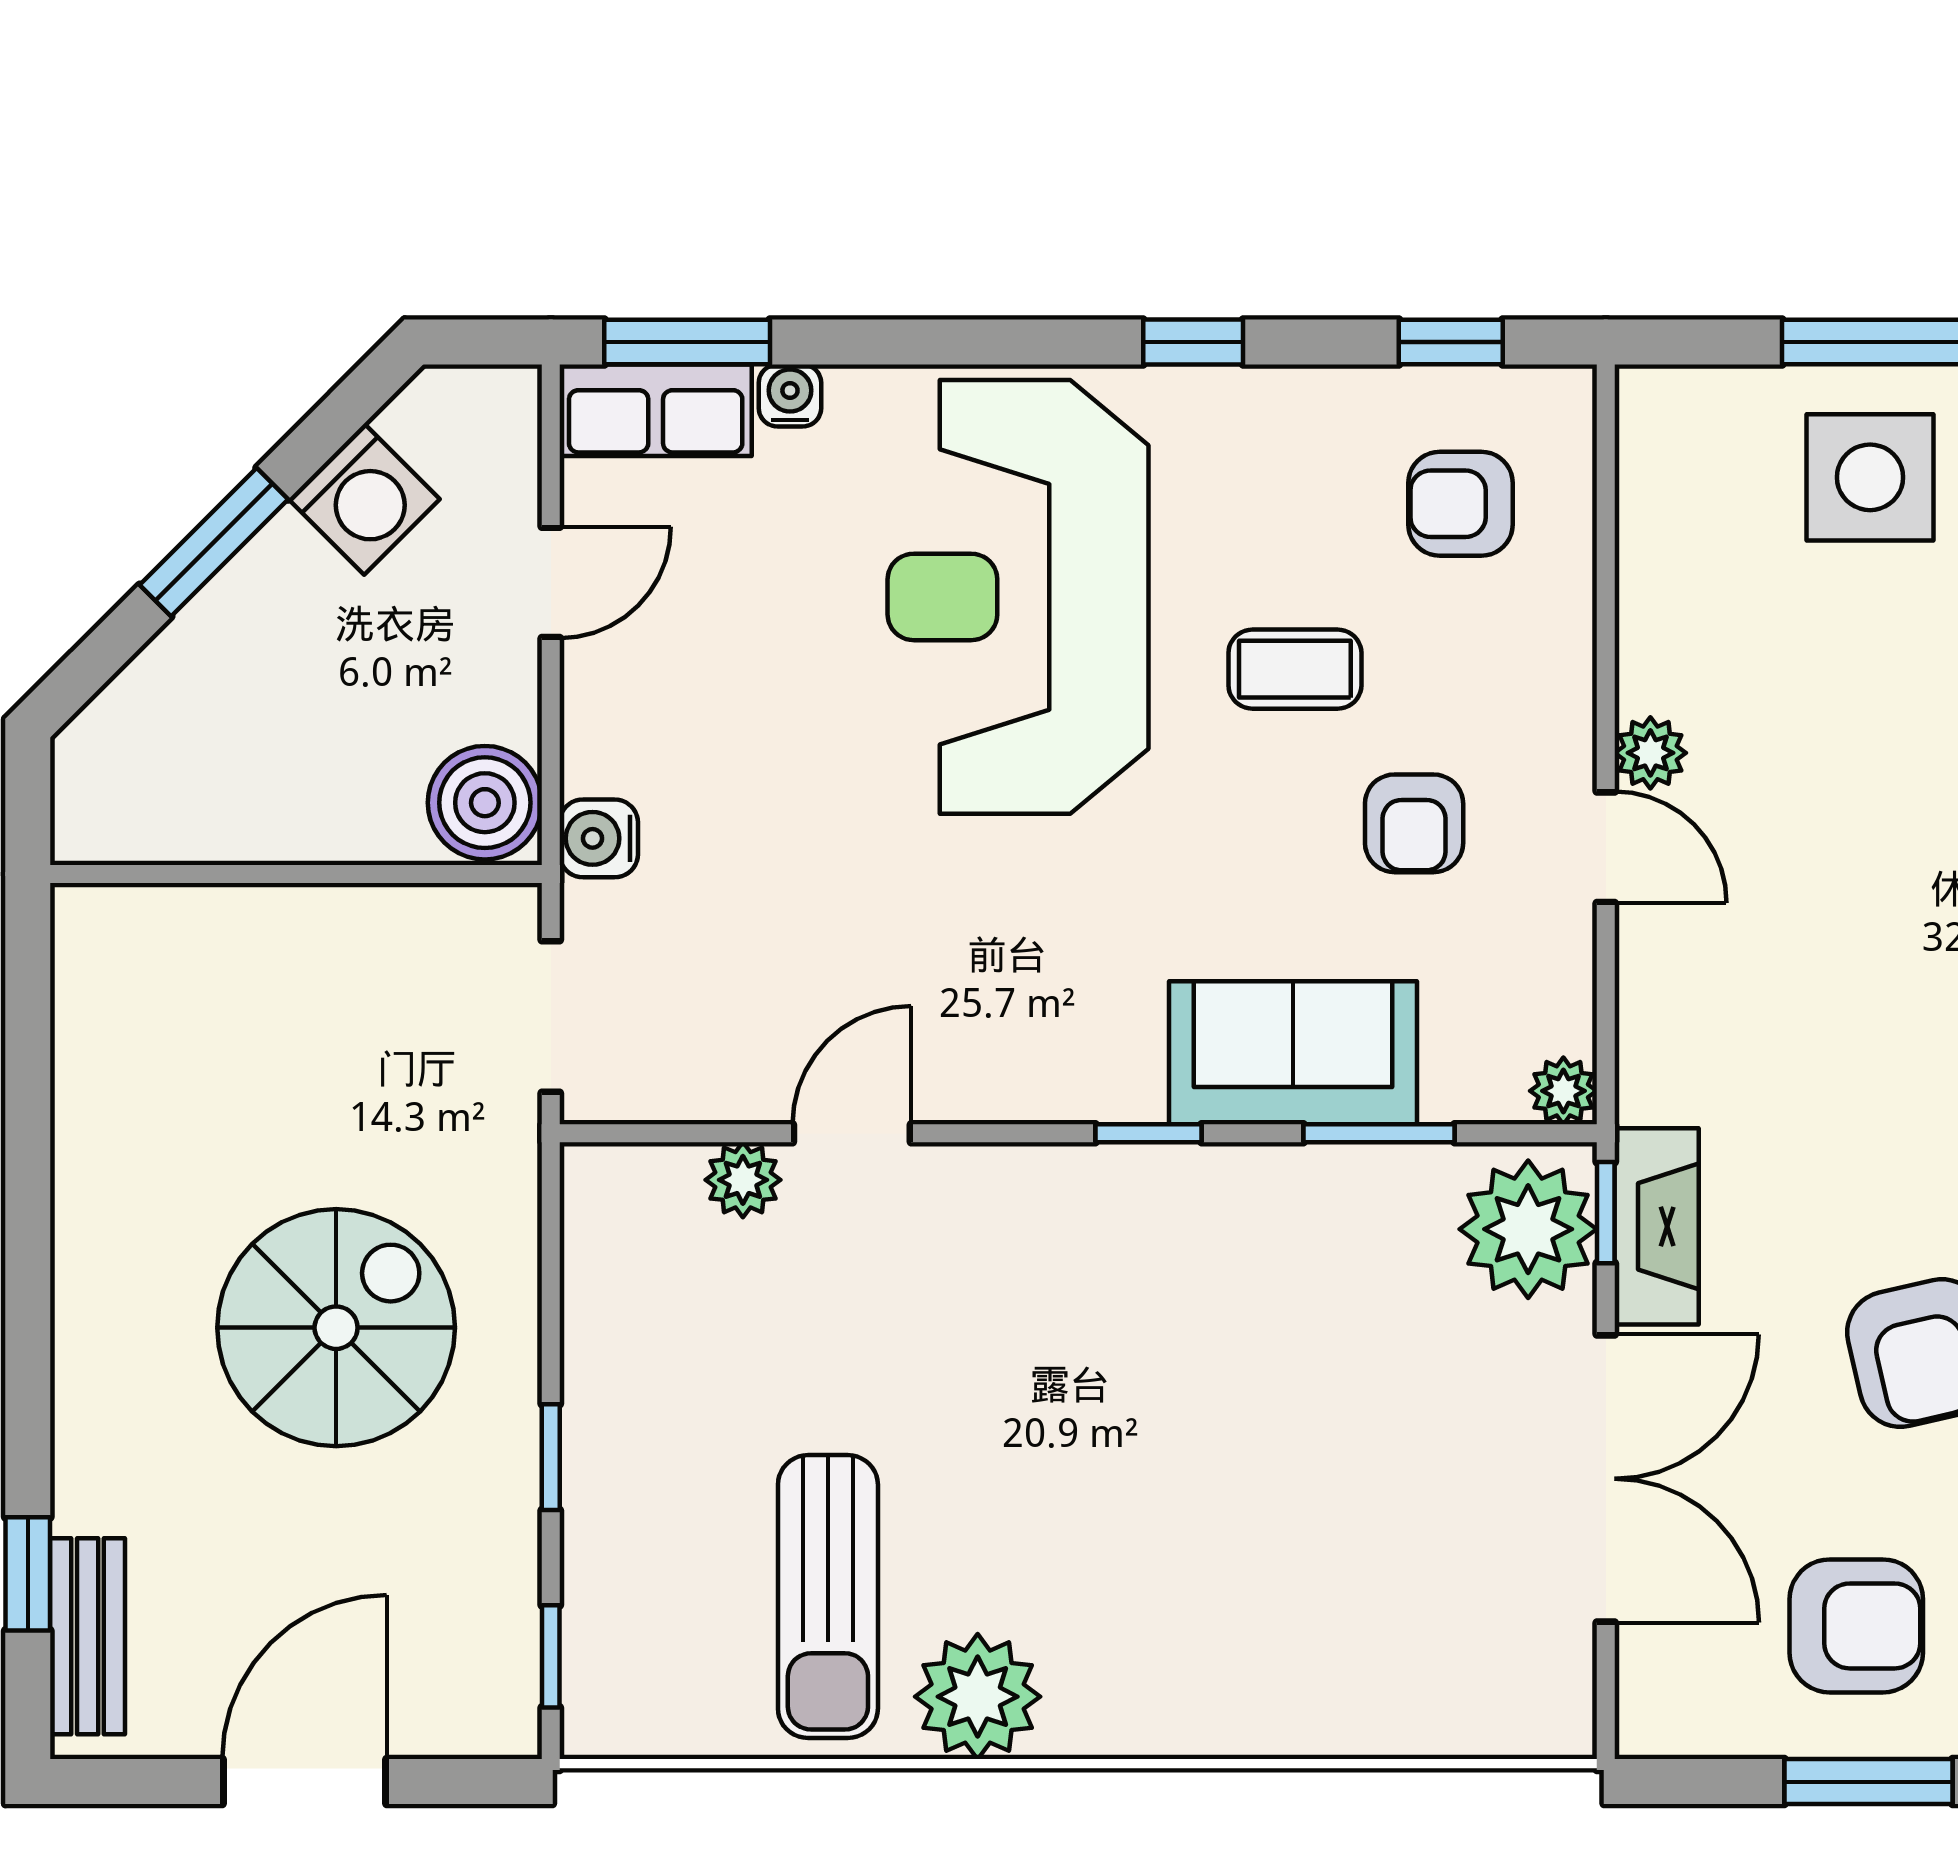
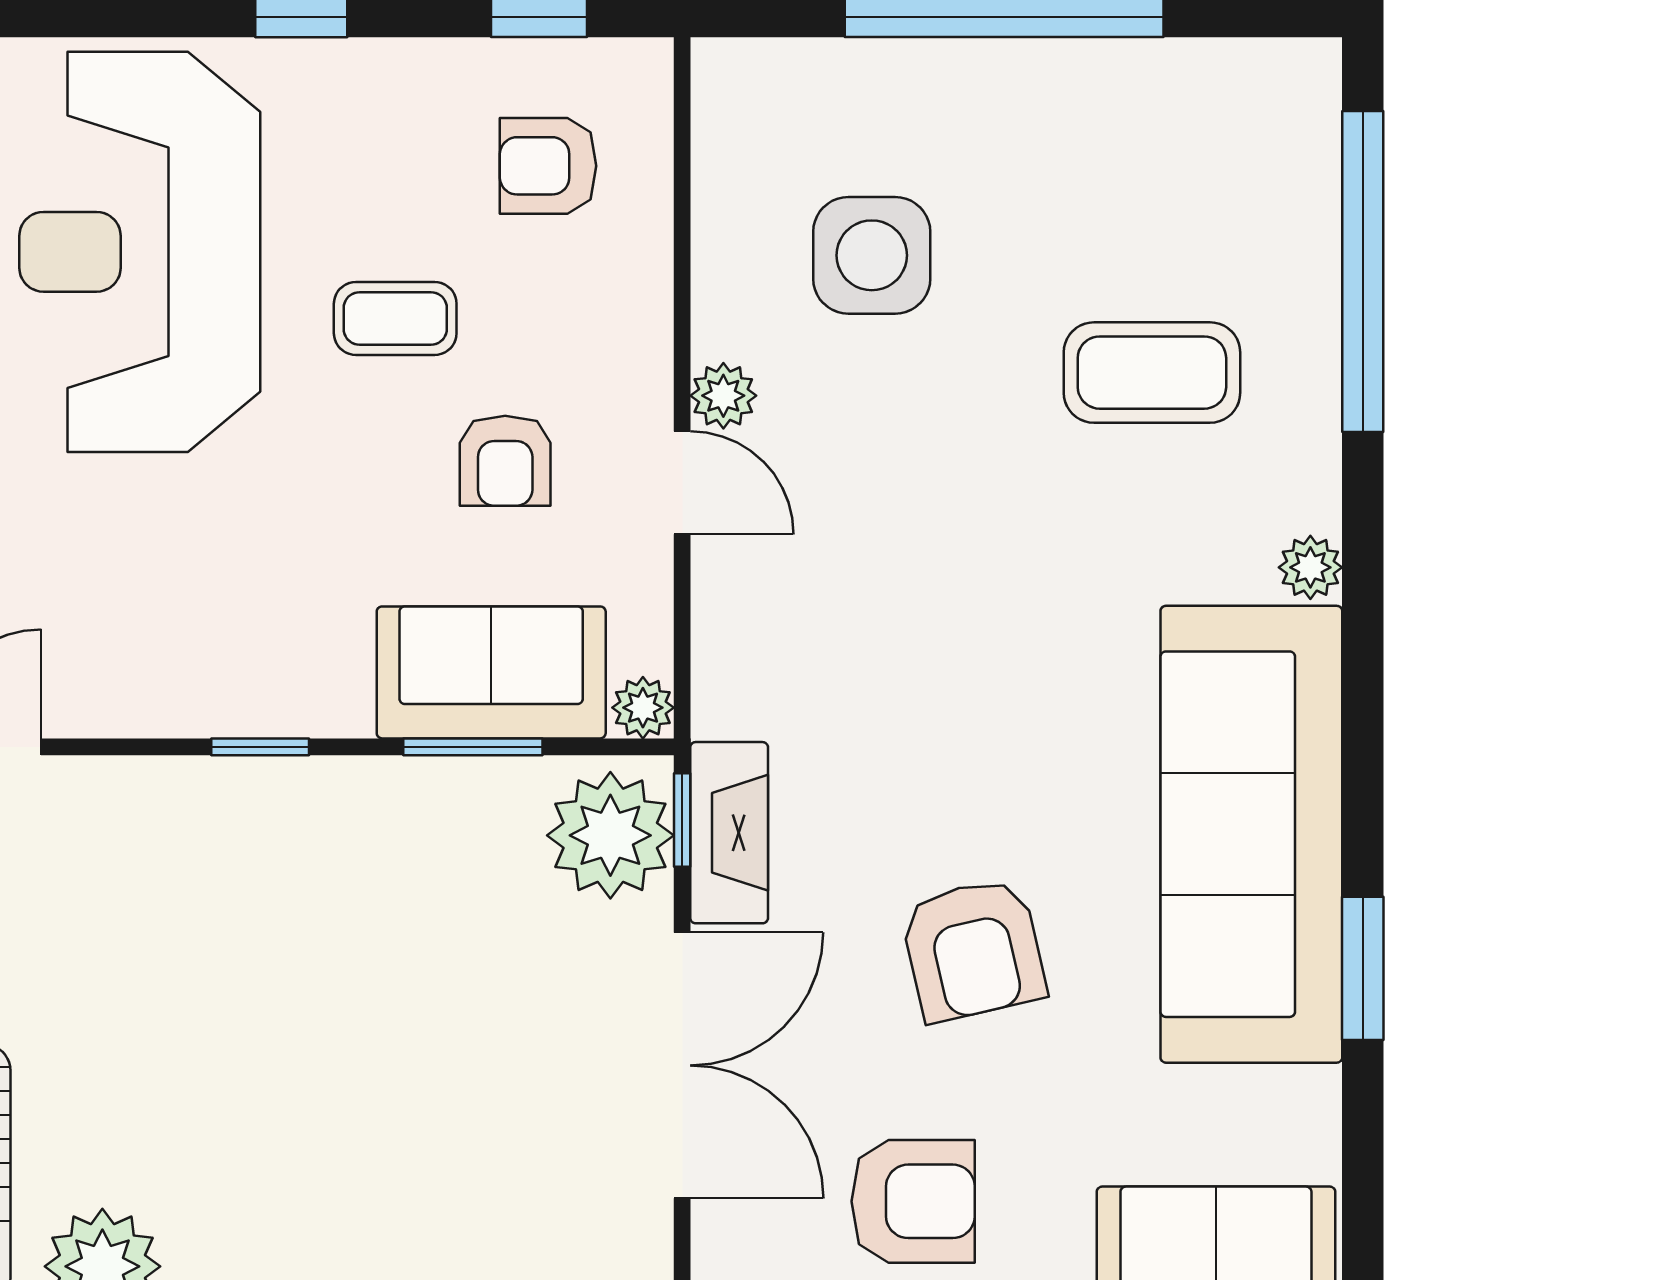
side table: (1870, 477) -> (872, 255), moved
sofa: (1293, 1053) -> (491, 672), moved

